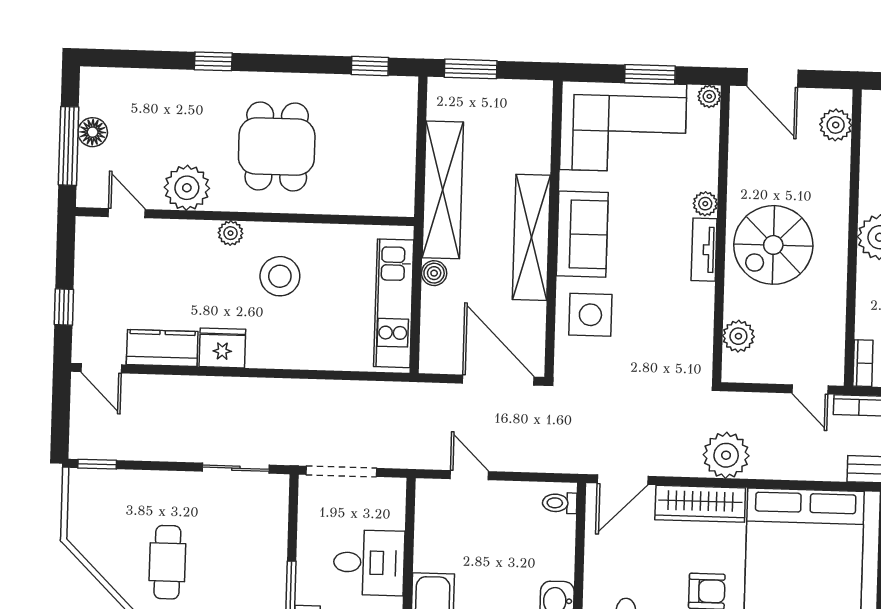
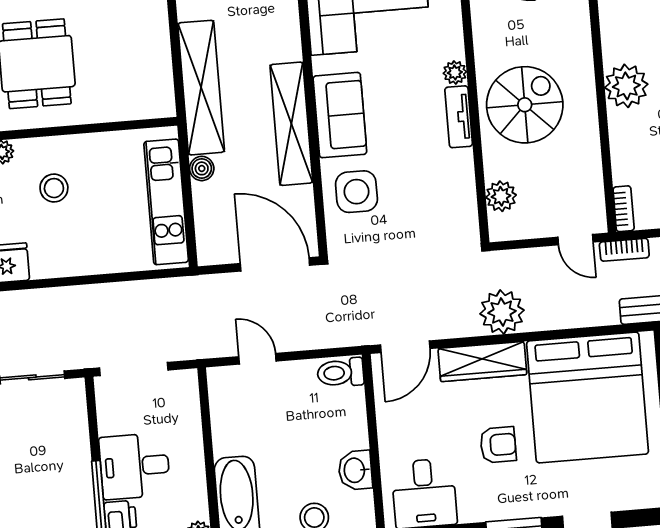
spiral stairs: (773, 245) -> (525, 105), turned 180
stool: (280, 276) -> (54, 188), width x0.73, depth x0.73
toilet: (560, 503) -> (340, 373), width x1.37, depth x1.39
desk: (369, 563) -> (135, 466), moved, turned 180

